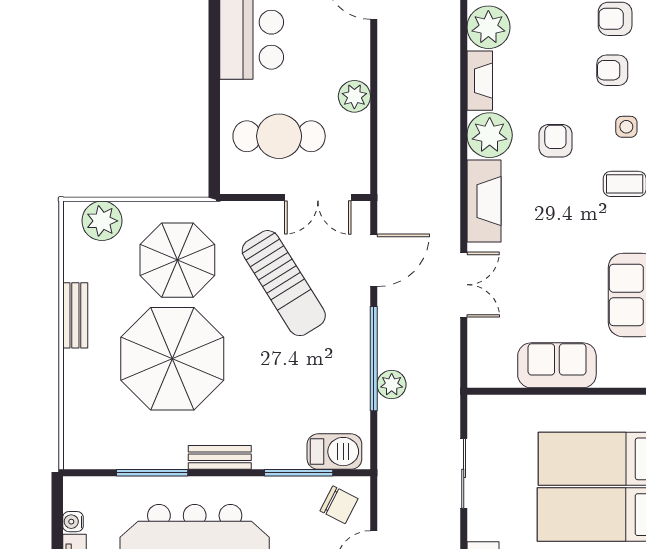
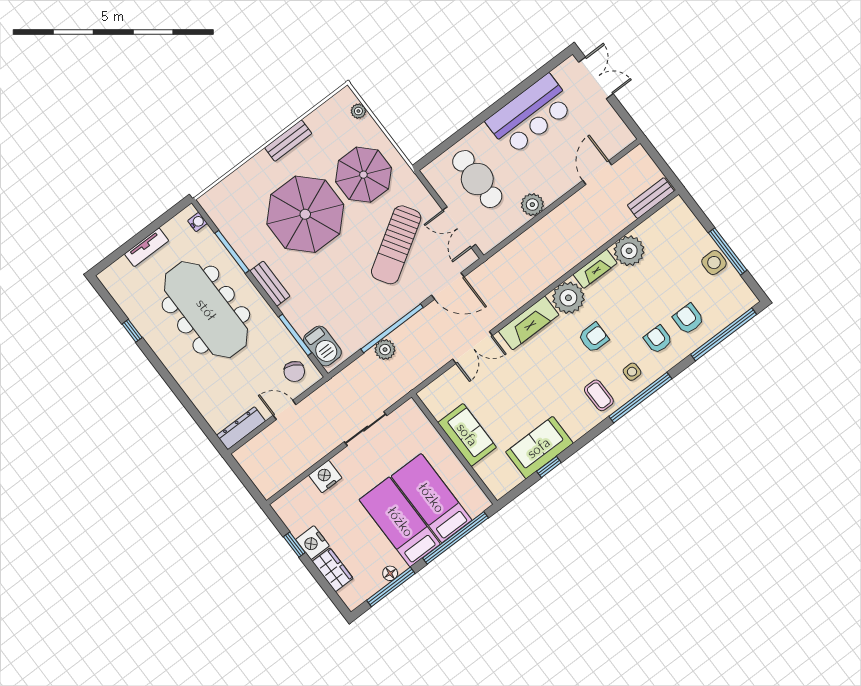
plant: (102, 221) -> (358, 111), width x0.53, depth x0.53
water cooler: (73, 522) -> (197, 222), moved, turned 90

